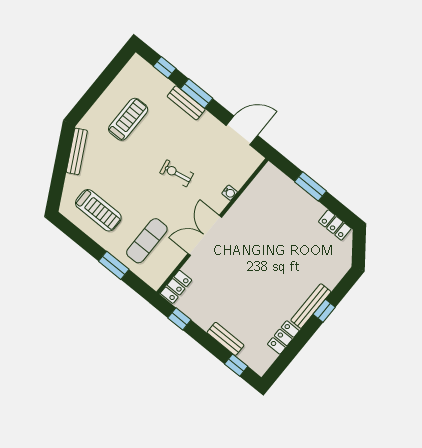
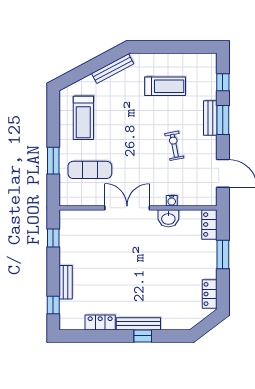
exercise bike: (177, 173) -> (174, 146), moved
washbasin: (242, 208) -> (168, 218), added
locker: (176, 287) -> (209, 224), moved, turned 90

